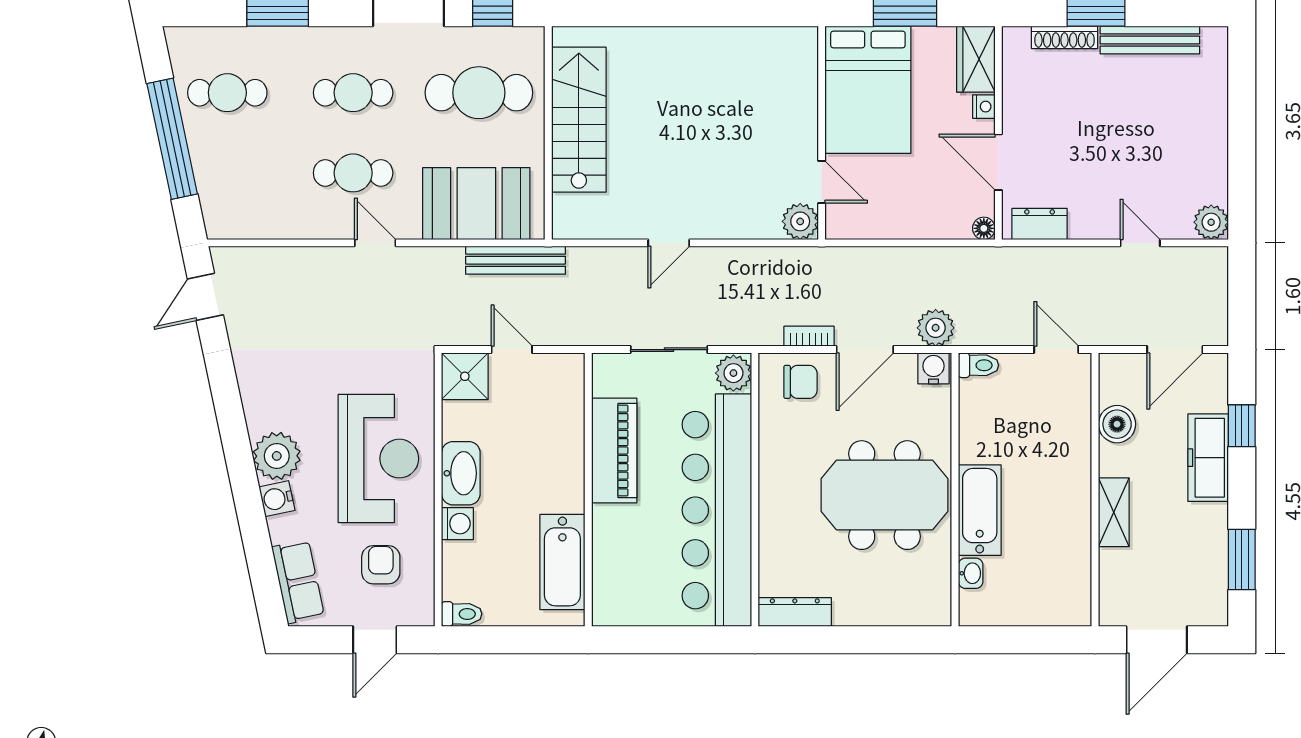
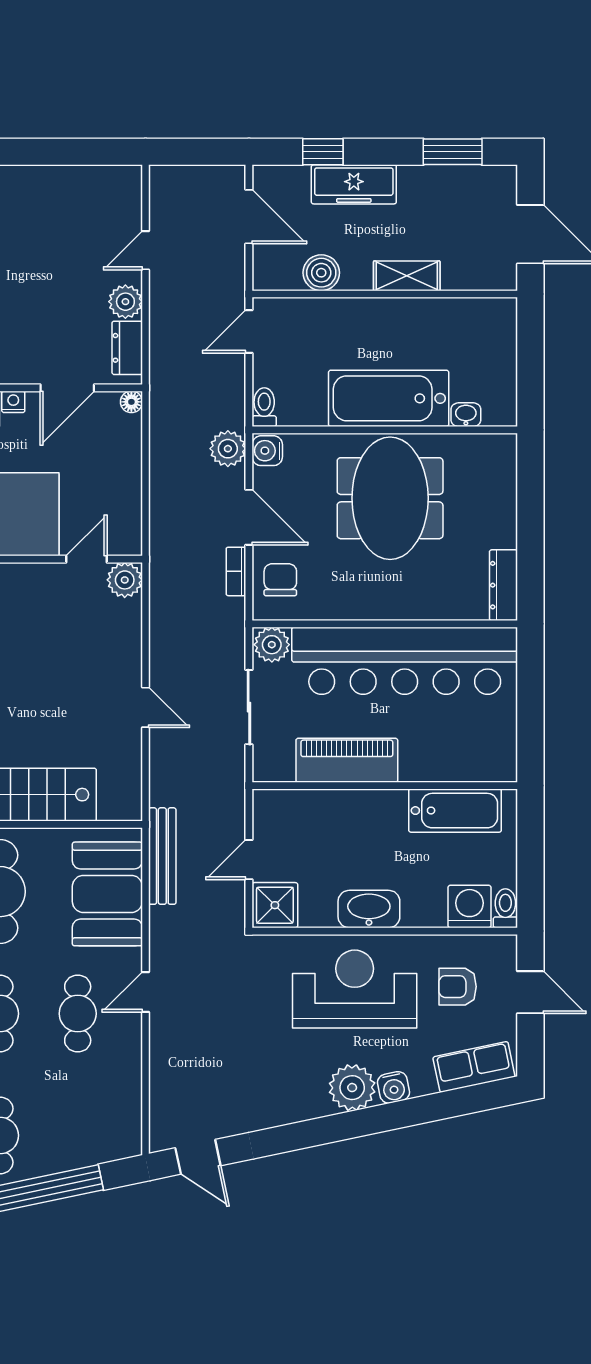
plant: (1211, 222) -> (125, 302), moved
bathtub: (980, 510) -> (389, 398), width x1.36, depth x1.36
washing machine: (457, 524) -> (469, 907), moved, width x1.38, depth x1.38

